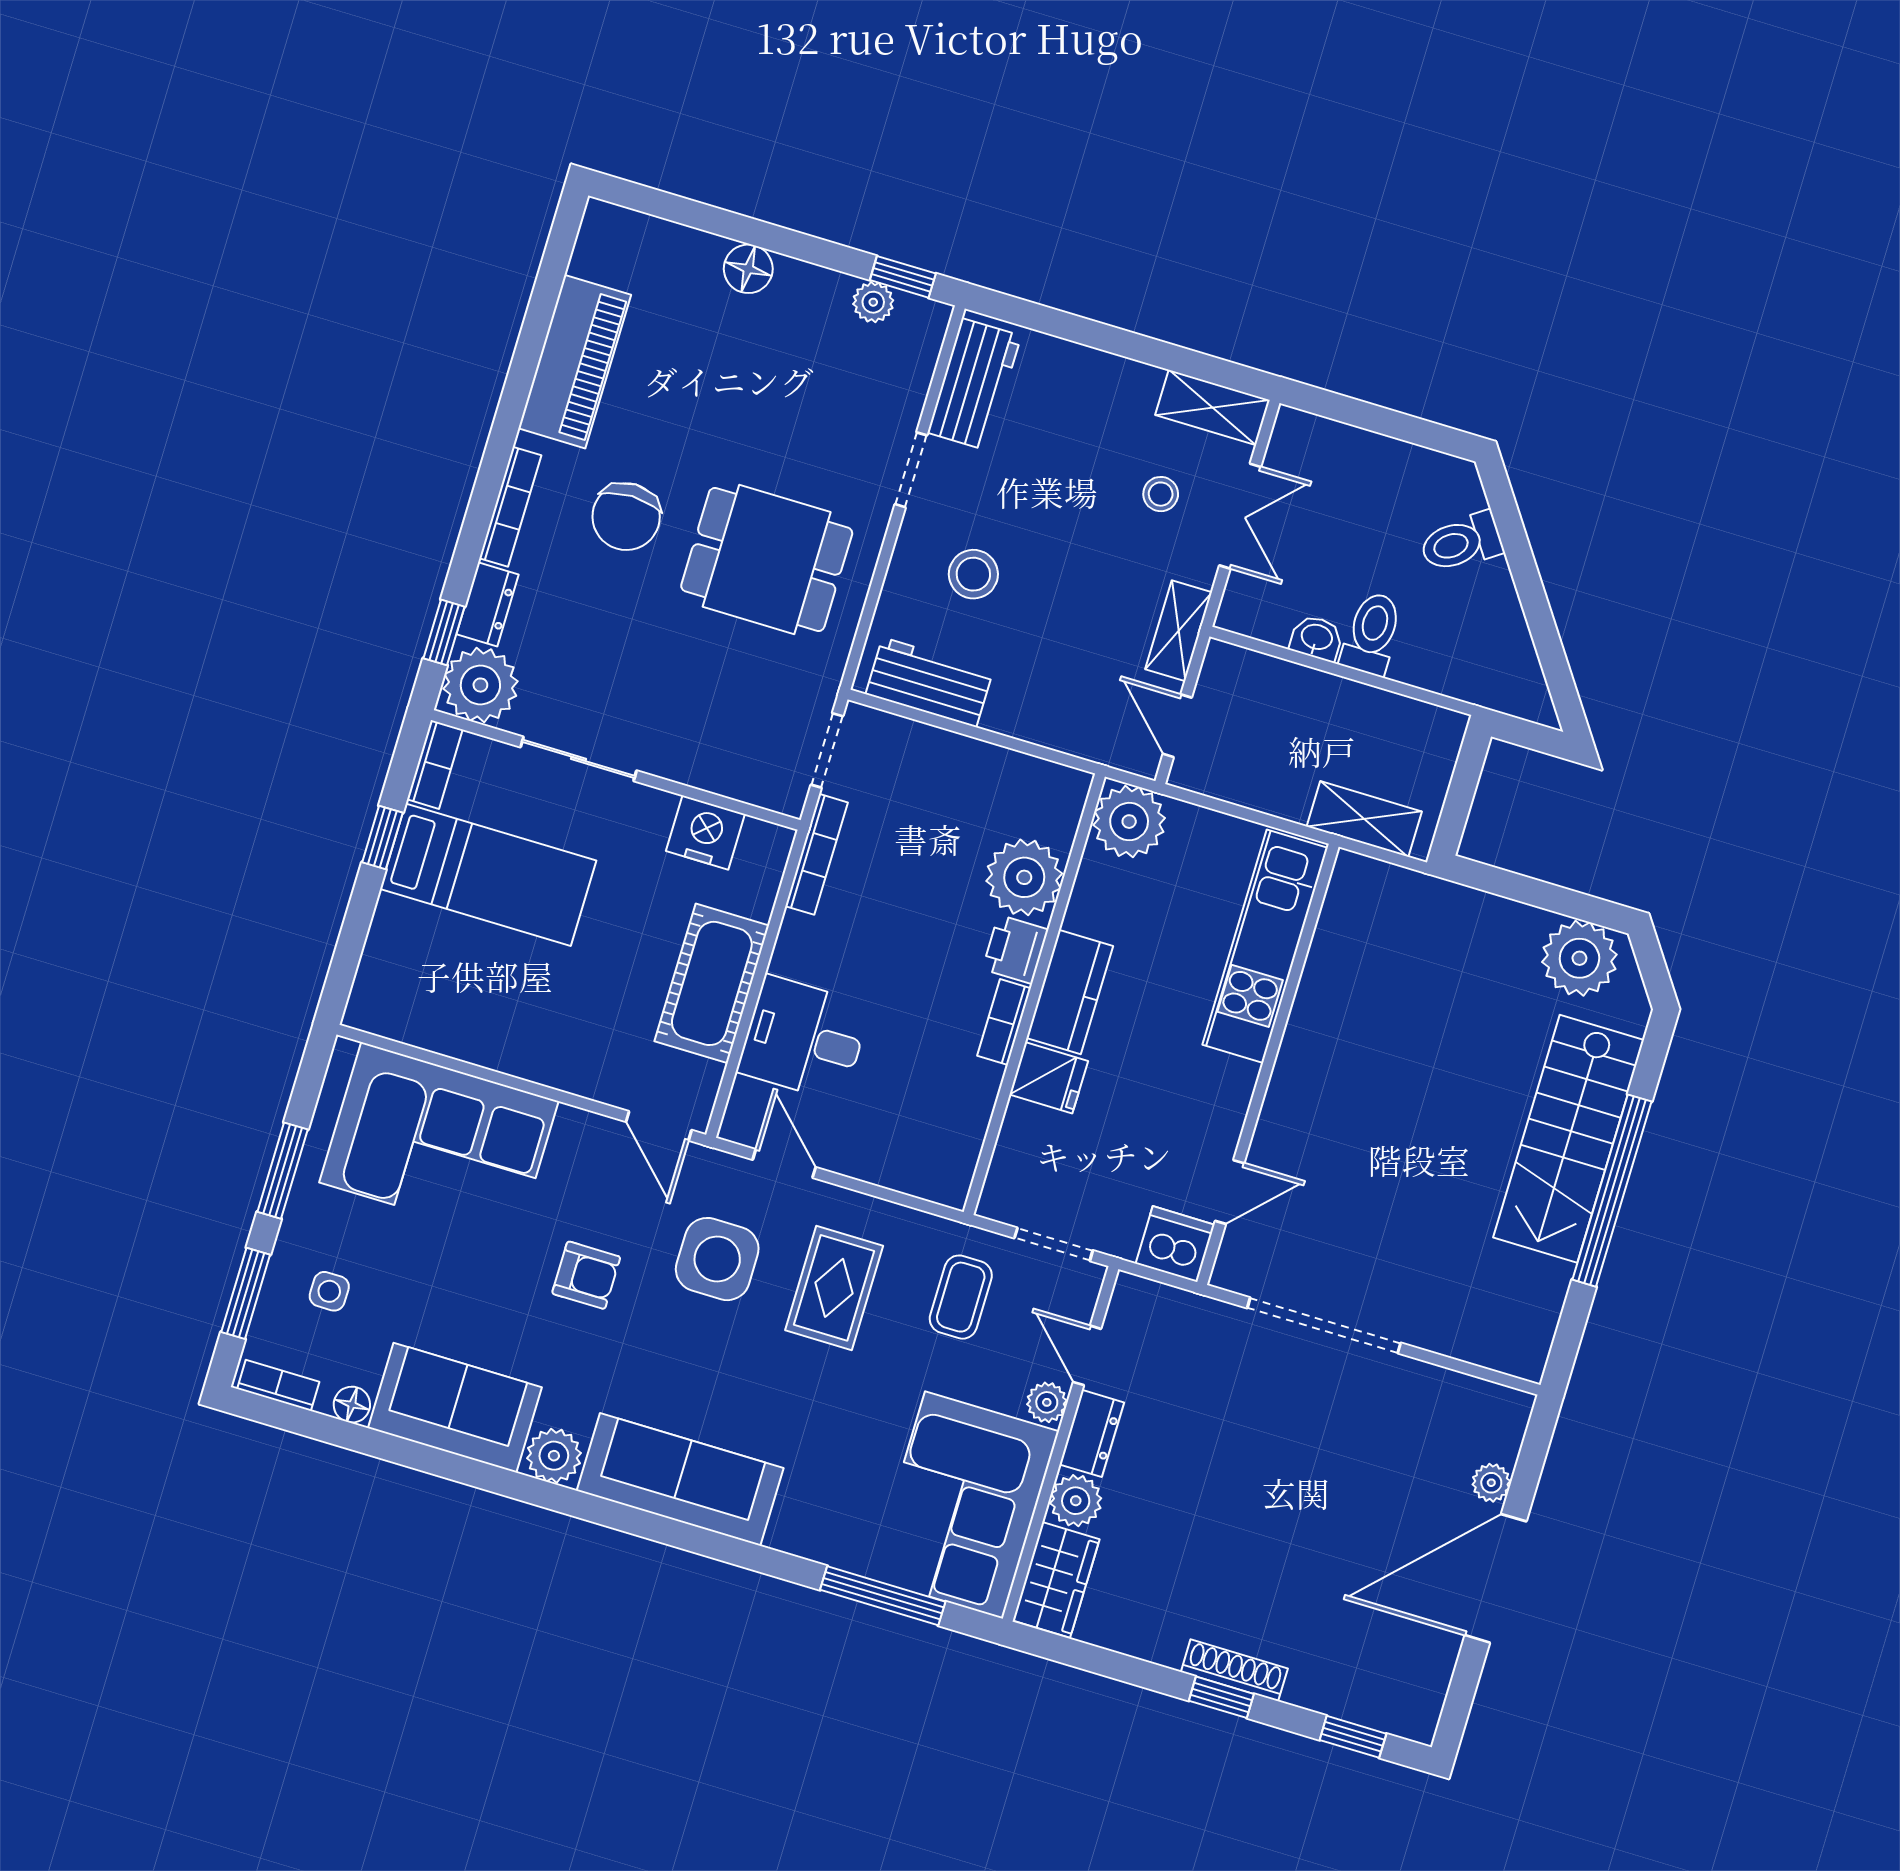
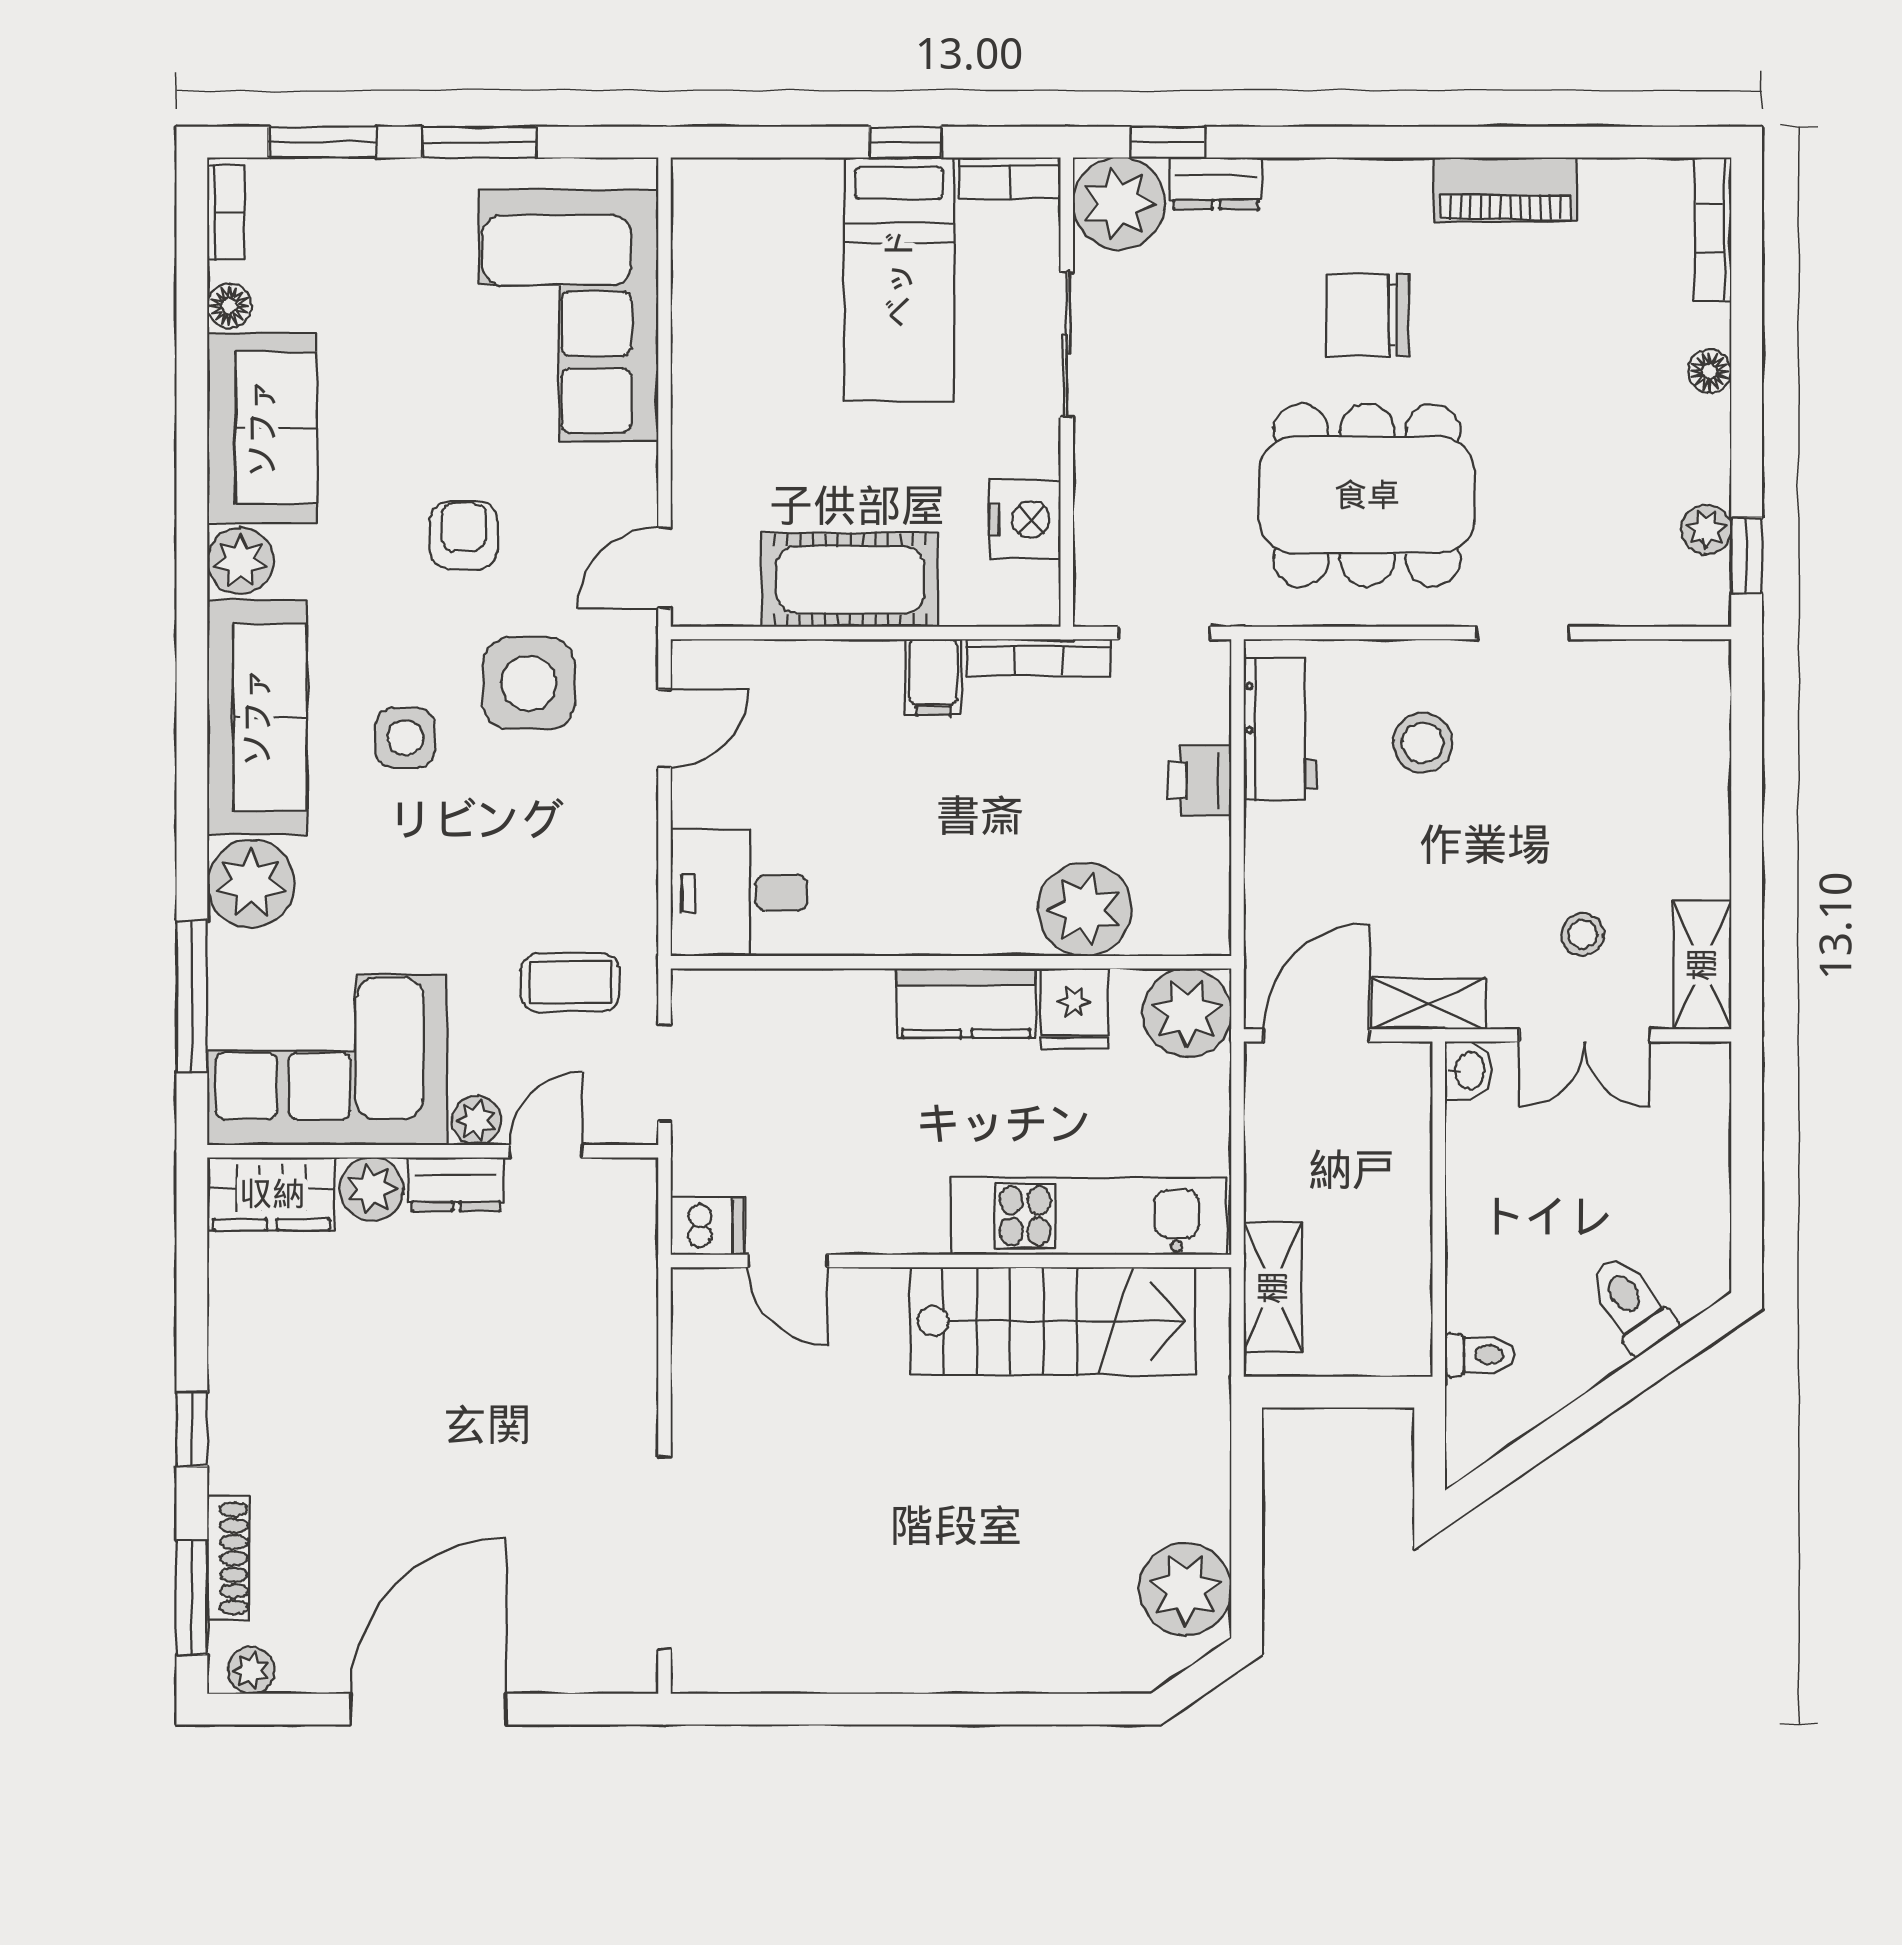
floor lamp: (748, 269) -> (1710, 371), width x0.73, depth x0.73
piano: (575, 362) -> (1505, 190), width x0.73, depth x0.75
workbench: (974, 384) -> (1646, 677), removed
bookcase: (510, 507) -> (1713, 229), moved, turned 90
dining table: (767, 559) -> (1367, 495), width x1.38
toilet: (1372, 634) -> (1480, 1355), moved, width x0.73, depth x0.72
washbasin: (1316, 638) -> (1468, 1071), moved
door: (1177, 726) -> (1316, 1035), width x1.38
filing cabinet: (807, 941) -> (933, 677), added
printer: (1015, 949) -> (1199, 781), moved, turned -90
bookcase: (1004, 1022) -> (908, 936), removed
desk: (804, 1039) -> (739, 893), moved, turned -90
fridge: (1049, 1078) -> (1074, 1008), moved
stairs: (1569, 1139) -> (1053, 1321), moved, turned 180
window: (1612, 1191) -> (924, 1709), removed
dishwasher: (1175, 1244) -> (707, 1226), width x0.73
armchair: (586, 1275) -> (464, 535), turned 180
rug: (834, 1288) -> (536, 831), removed
side table: (329, 1291) -> (405, 738), moved, width x1.37, depth x1.37
doorway: (1324, 1325) -> (664, 1553), moved
plant: (1491, 1483) -> (251, 1670), moved
plant: (809, 1523) -> (251, 884), added
door: (1496, 1578) -> (428, 1709), hinge flipped
shoe rack: (1234, 1670) -> (228, 1558), moved
window: (1353, 1737) -> (192, 1597), width x1.50

